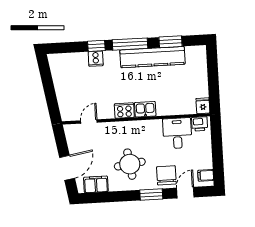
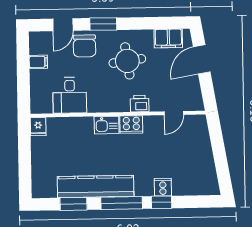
printer: (200, 124) -> (140, 104), moved
filing cabinet: (206, 175) -> (38, 62), moved

